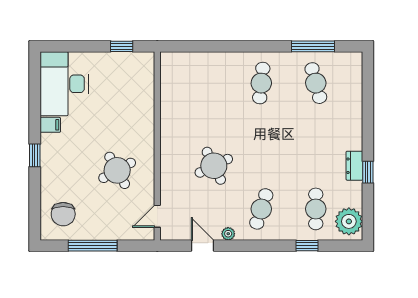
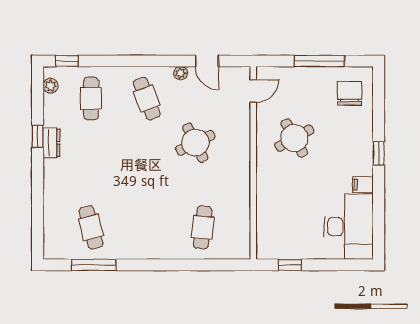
cafe table: (261, 83) -> (203, 227), moved
cafe table: (261, 209) -> (147, 99), turned -39
plant: (349, 221) -> (51, 86), width x0.53, depth x0.53
window: (307, 246) -> (67, 61), moved

